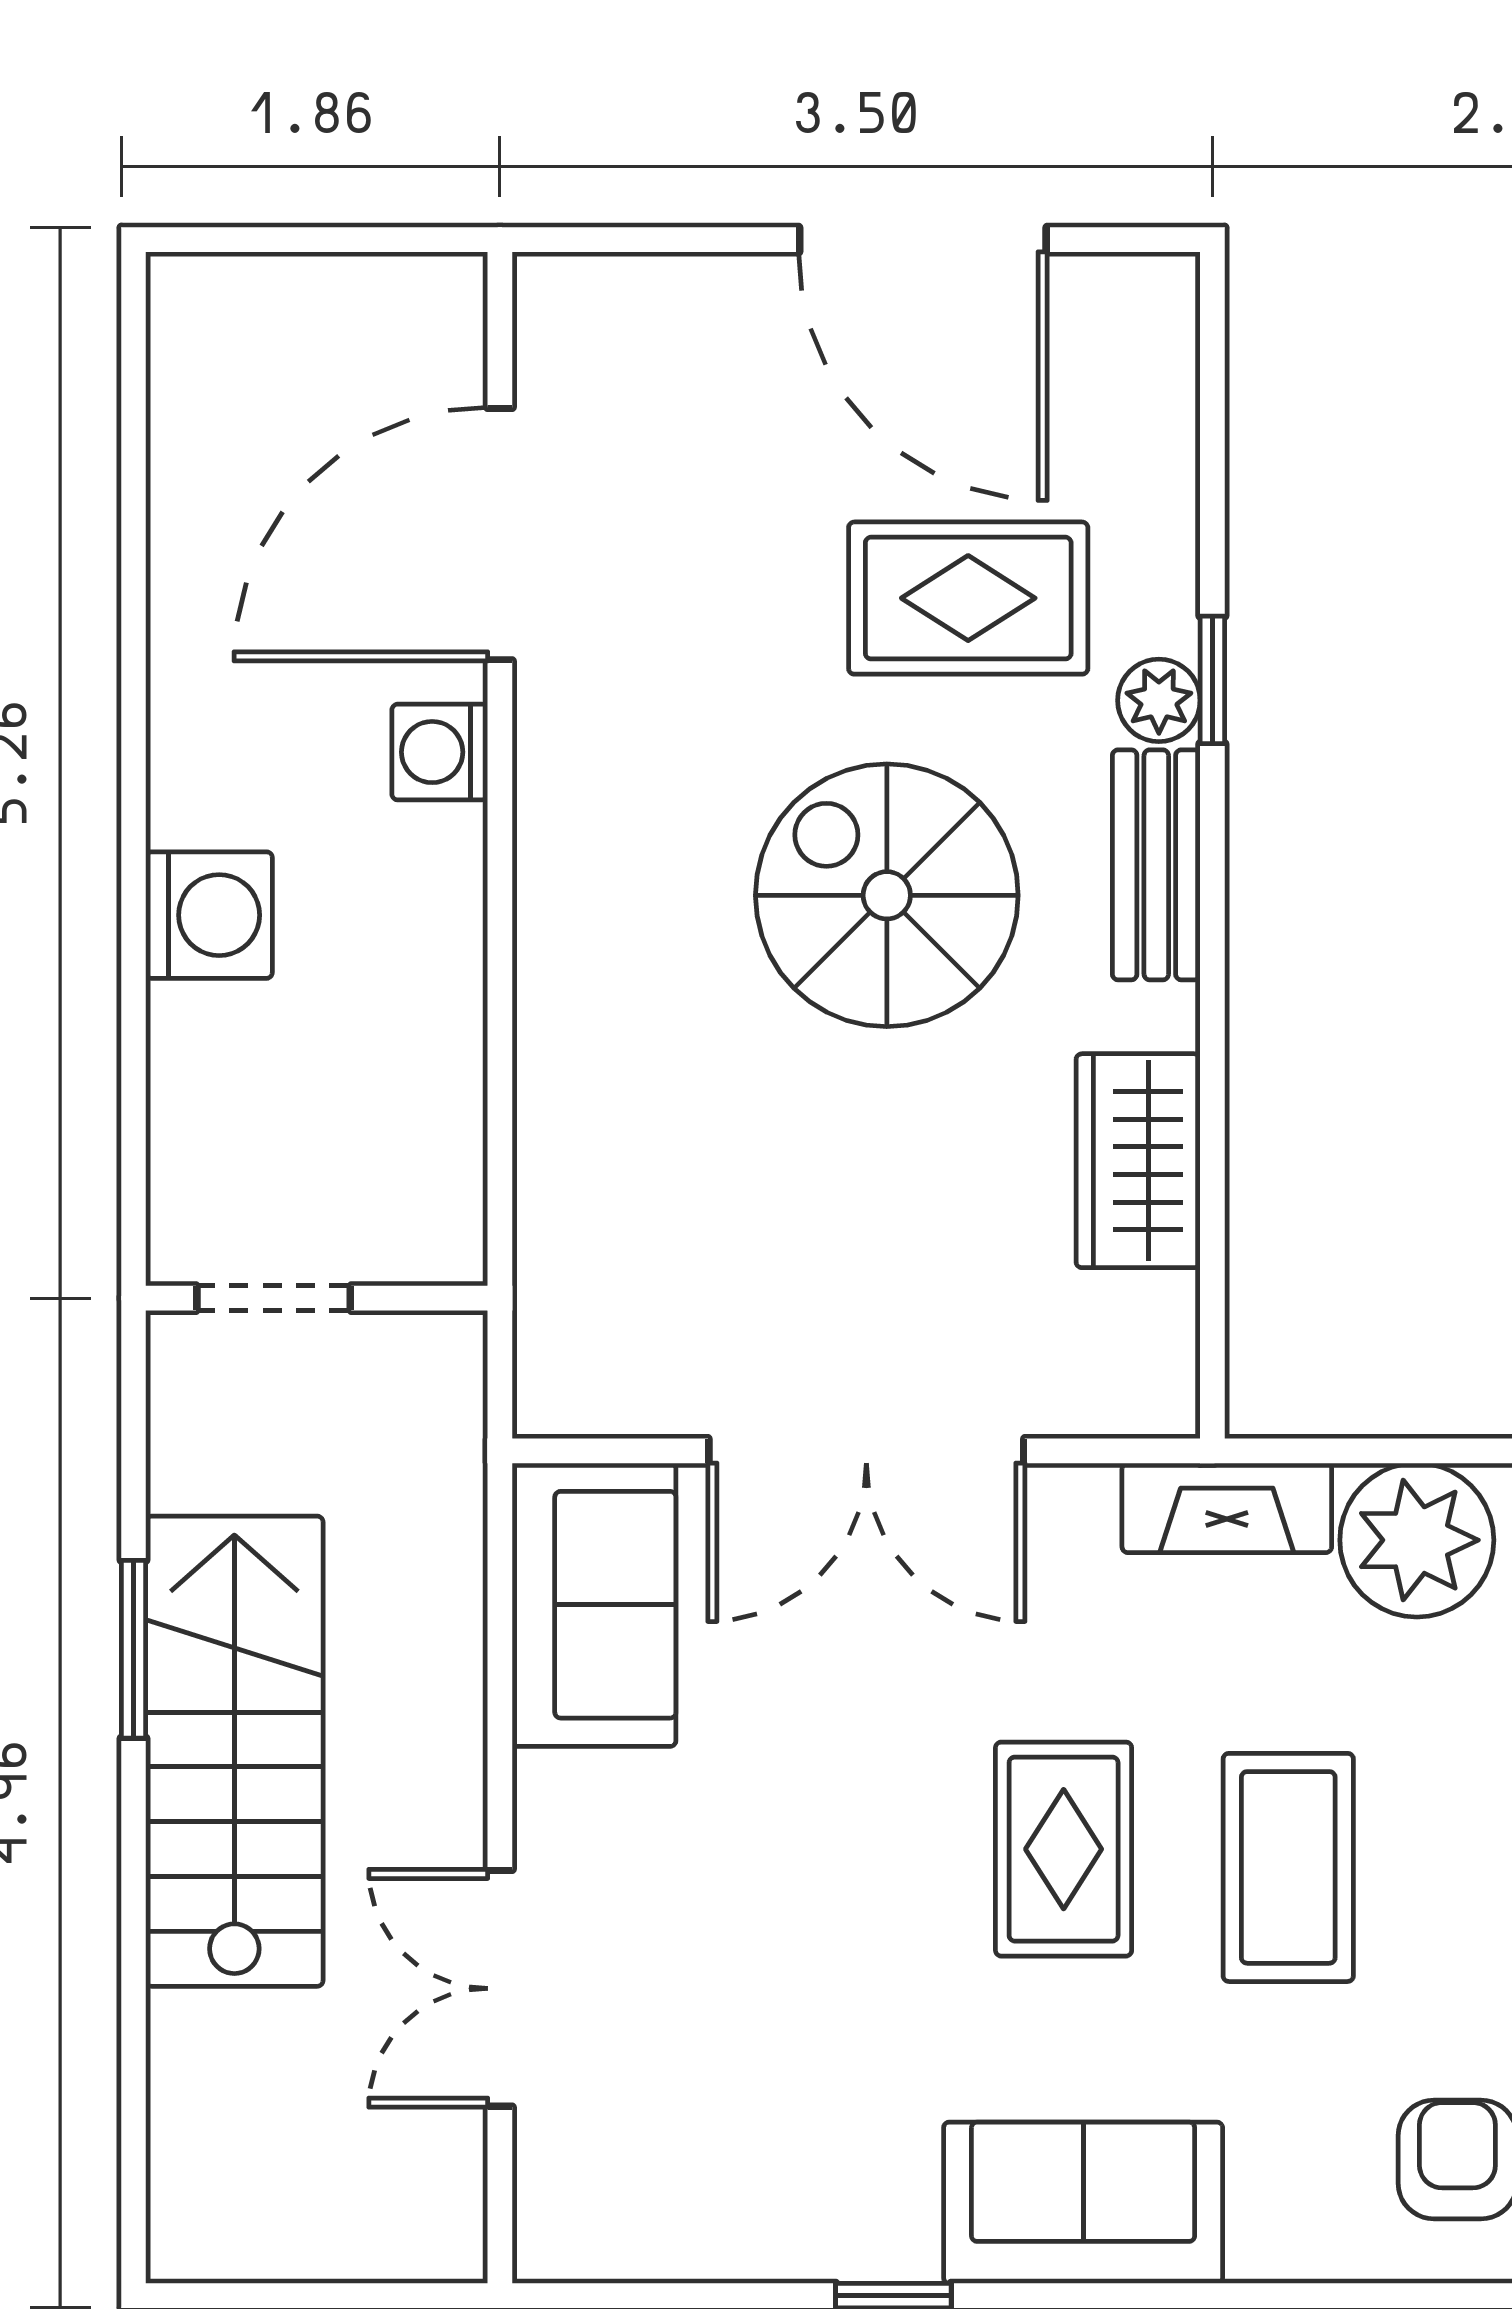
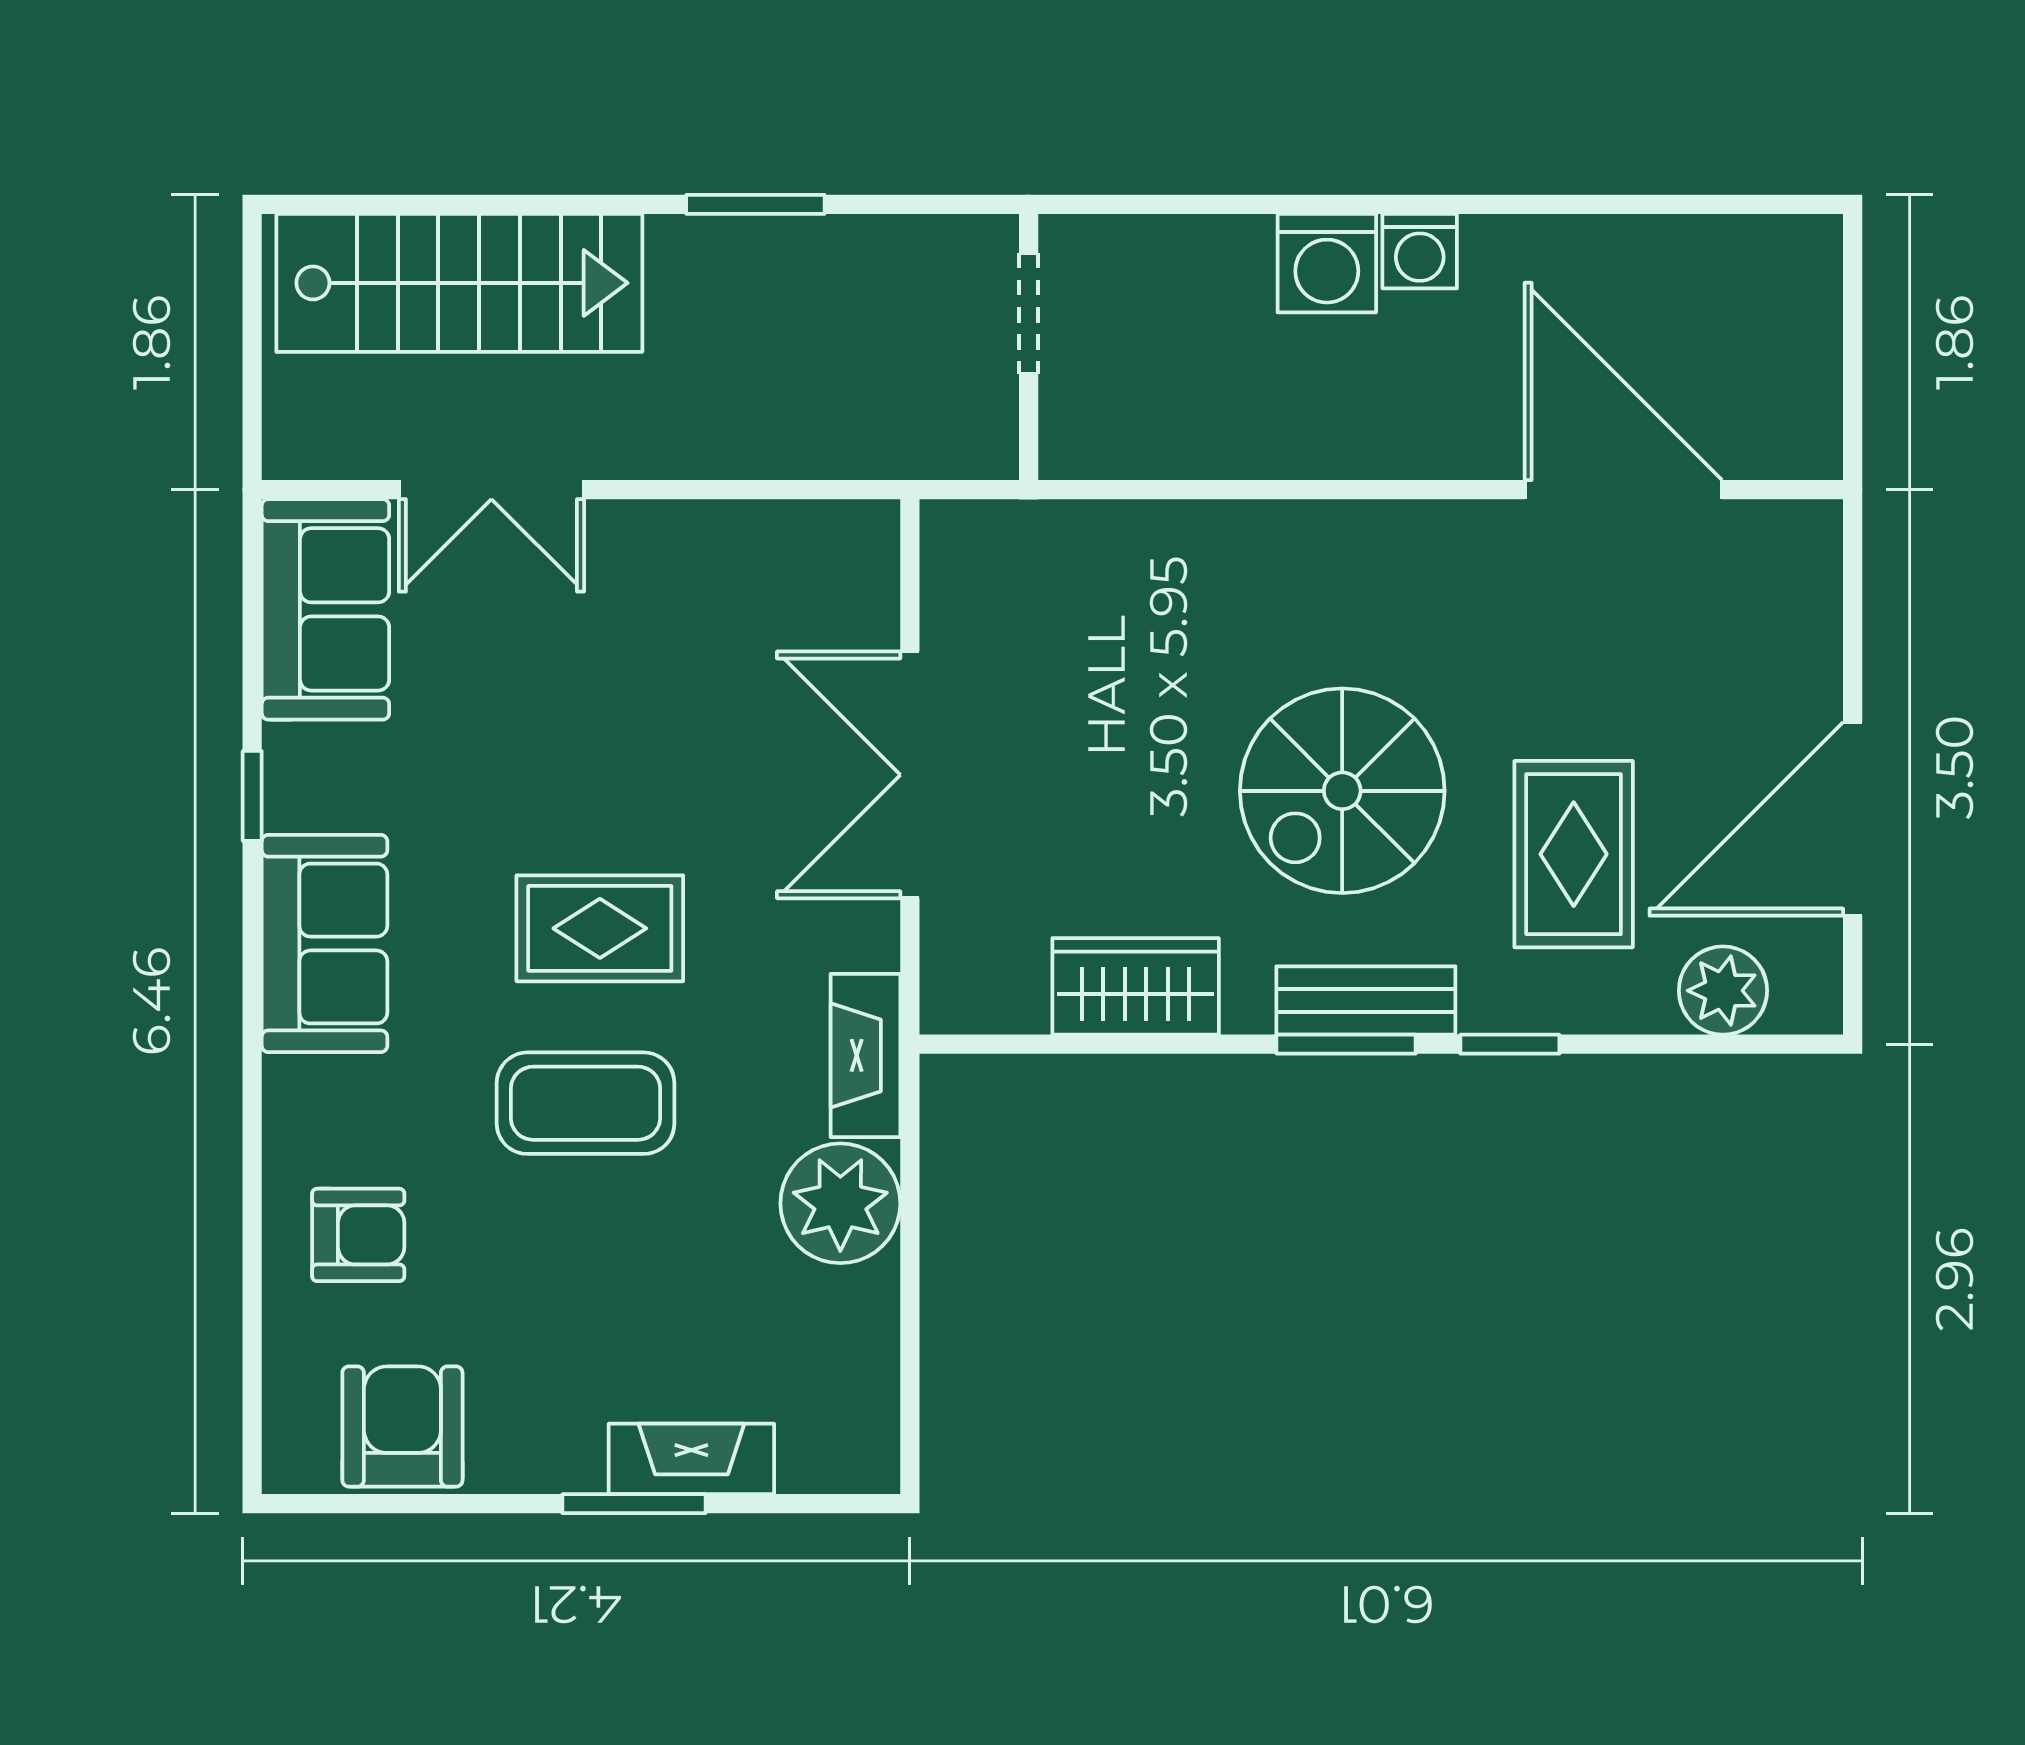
plant: (1159, 700) -> (1723, 991), moved, width x1.38, depth x1.38
washing machine: (440, 752) -> (1420, 251), moved, turned 180
window: (1212, 890) -> (1346, 1044), added
spiral stairs: (887, 895) -> (1342, 791), turned 180
sofa: (594, 1605) -> (325, 609), moved, turned -90
stairs: (234, 1751) -> (459, 283), moved
double door: (500, 1988) -> (491, 490), swing flipped

